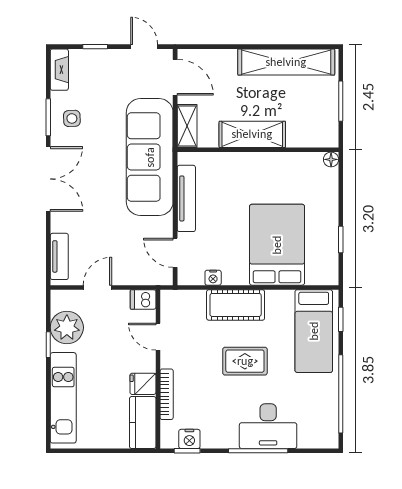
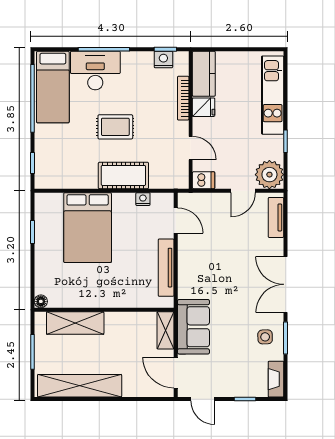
shelving: (252, 134) -> (75, 323), moved
sofa: (150, 157) -> (193, 327), width x0.54, depth x0.79
plant: (67, 328) -> (269, 175), moved
bed: (314, 331) -> (53, 87), moved, turned 180

